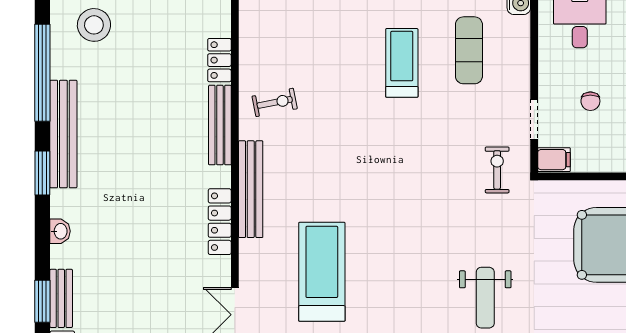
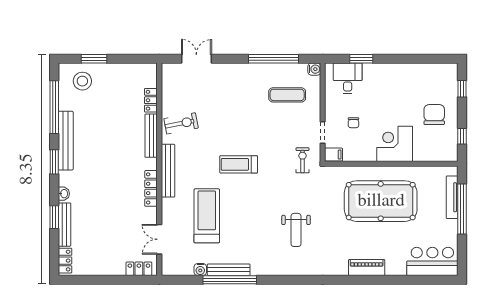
exercise mat: (469, 50) -> (287, 95), turned 90
treadmill: (402, 63) -> (239, 164), moved, turned -90
exercise bike: (275, 102) -> (181, 123), width x1.38, depth x1.39
bench: (61, 298) -> (64, 225), width x1.36
window: (42, 301) -> (54, 217), moved

